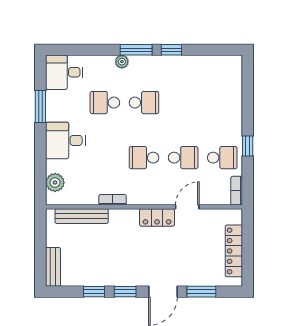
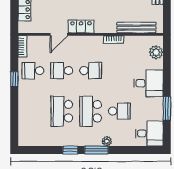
school desk: (144, 103) -> (91, 111), width x1.85
school desk: (183, 103) -> (62, 111), added

